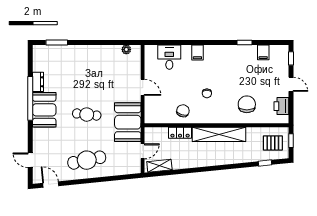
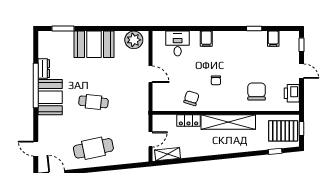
plant: (126, 50) -> (134, 40), width x1.88, depth x1.88
booth: (128, 122) -> (94, 44), moved, turned 90
pallet: (273, 143) -> (283, 131), width x1.50, depth x1.42

